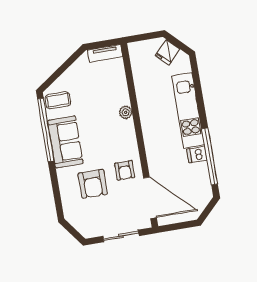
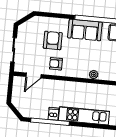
armchair: (93, 184) -> (53, 40), turned 90
door: (150, 198) -> (33, 75), width x0.53

